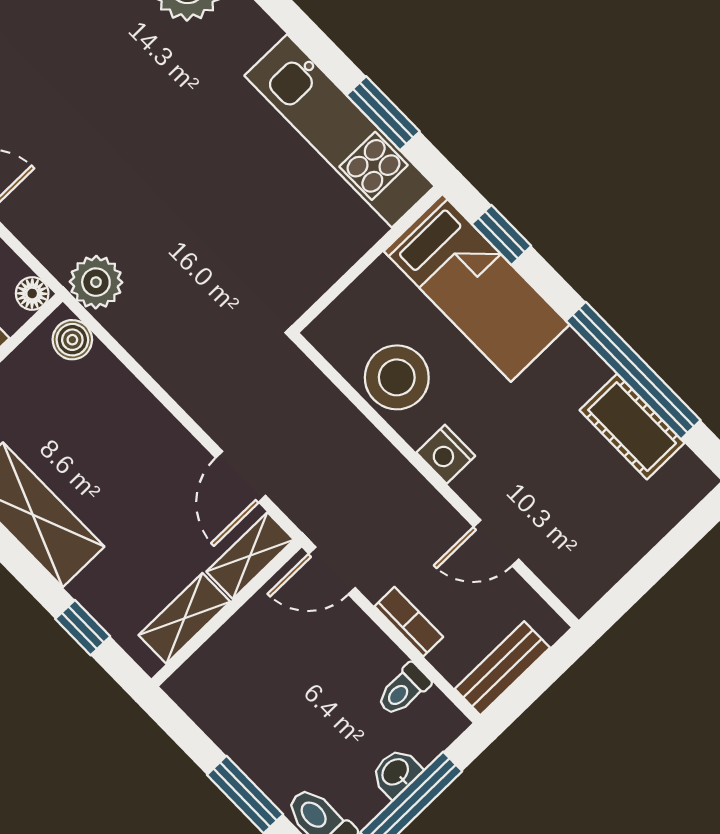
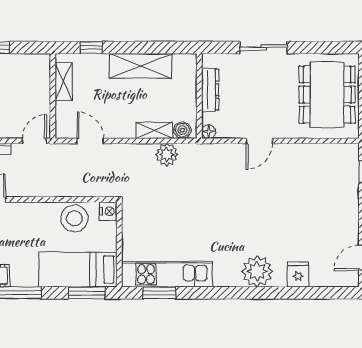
window: (502, 235) -> (87, 293), width x1.50
plant: (96, 282) -> (167, 155), moved
nightstand: (446, 454) -> (108, 211), moved, turned 90
shelving: (250, 556) -> (154, 130), moved, turned 90

